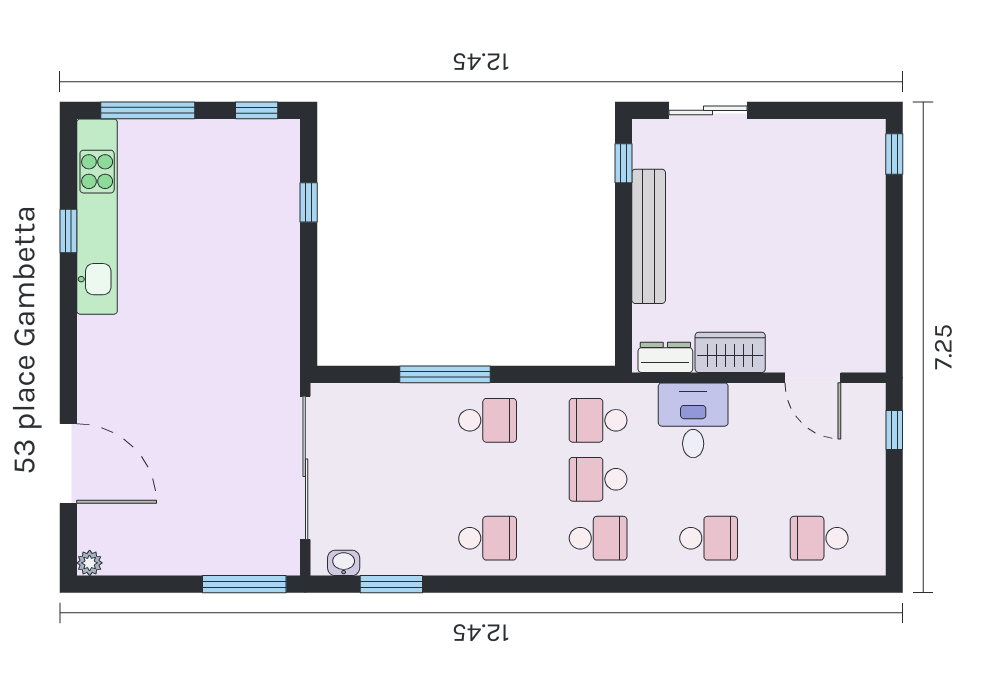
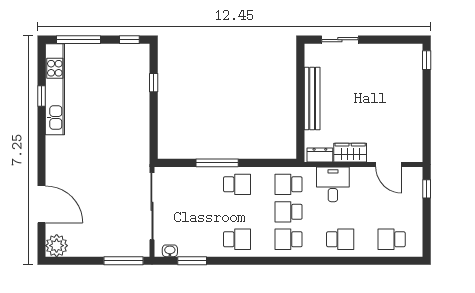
window: (623, 163) -> (300, 64), removed
school desk: (598, 538) -> (289, 239), turned 180
plant: (90, 563) -> (57, 246), width x1.88, depth x1.88

